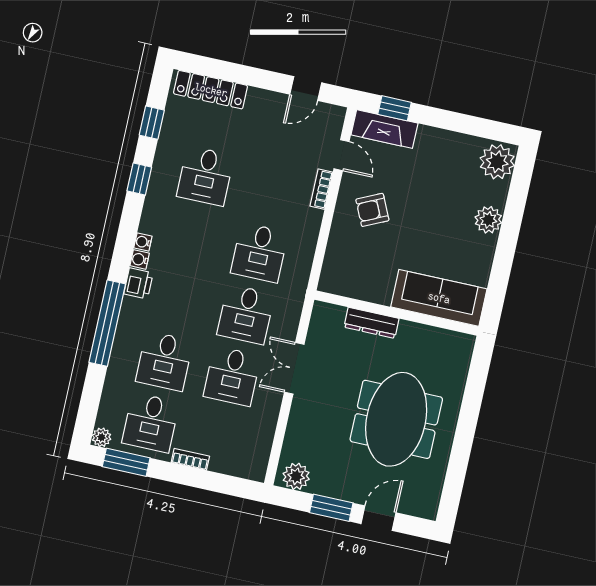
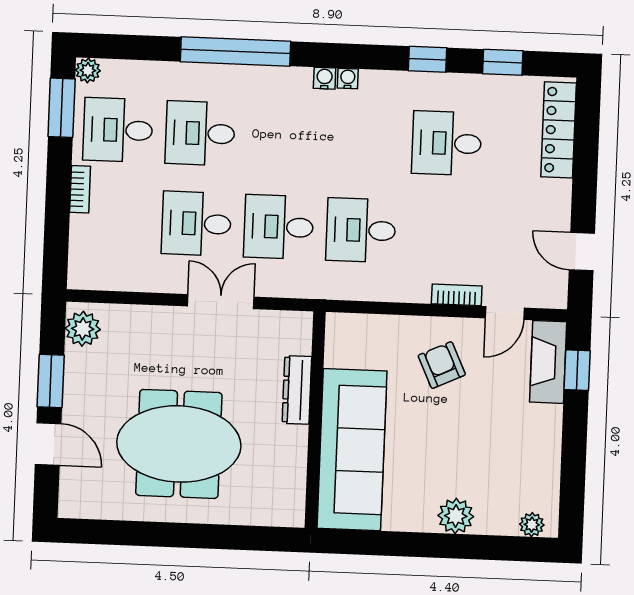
plant: (497, 162) -> (532, 525), width x0.53, depth x0.53
printer: (138, 283) -> (294, 82), removed
sofa: (439, 298) -> (352, 450), width x1.36, depth x1.27

